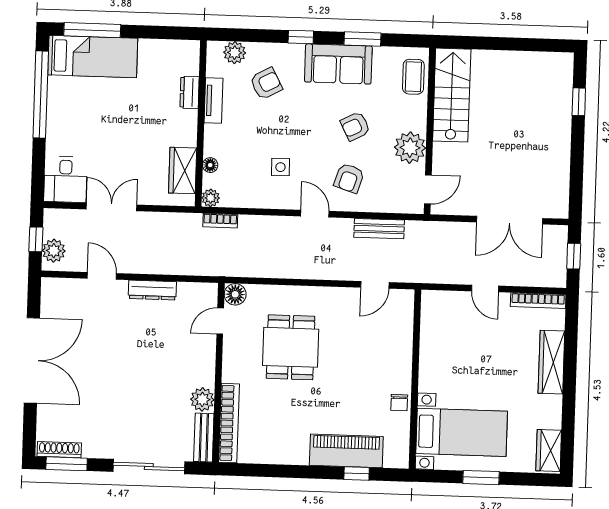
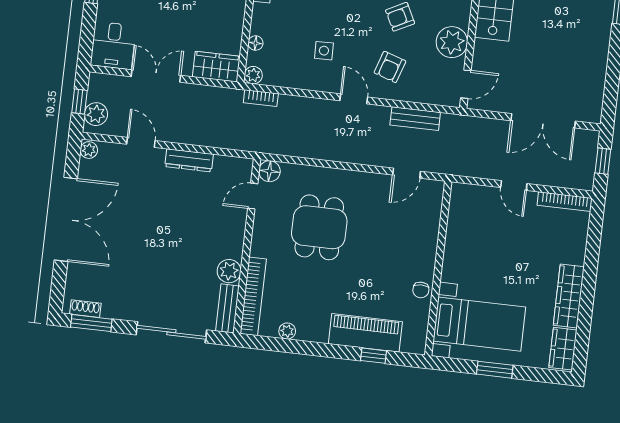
wardrobe: (183, 170) -> (216, 67), moved, turned 90
plant: (49, 288) -> (89, 150), added
wardrobe: (551, 362) -> (569, 296), moved
shoe rack: (59, 450) -> (85, 309), width x0.70
plant: (267, 456) -> (287, 331), added

